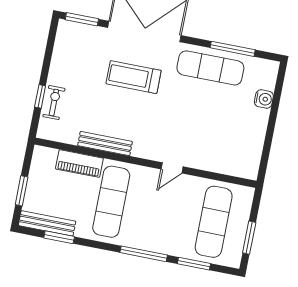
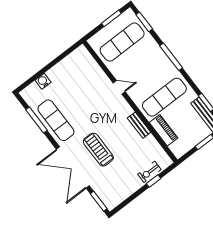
treadmill: (134, 77) -> (98, 150), turned 180
bench: (105, 144) -> (139, 125), width x0.73
window: (194, 264) -> (144, 22), moved

